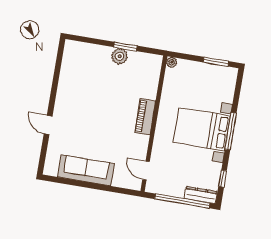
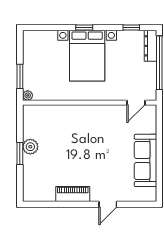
window: (126, 46) -> (20, 153), moved
window: (216, 62) -> (20, 76), moved
piano: (145, 117) -> (73, 194), moved, turned 180
window: (231, 131) -> (84, 28), width x0.46

